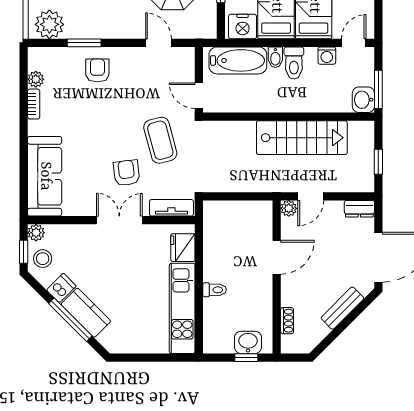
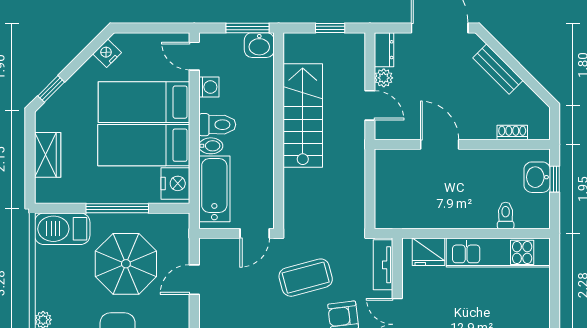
plant: (289, 208) -> (384, 78), moved
toilet: (215, 290) -> (506, 215), moved

